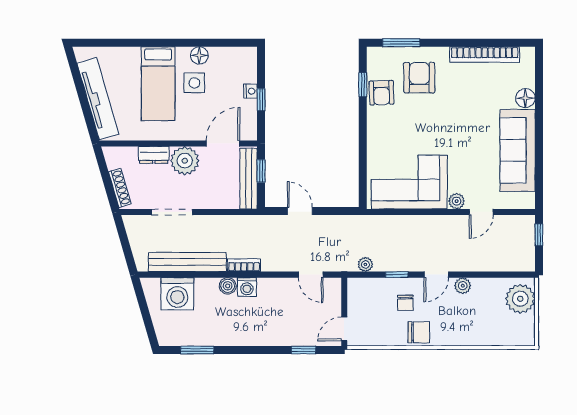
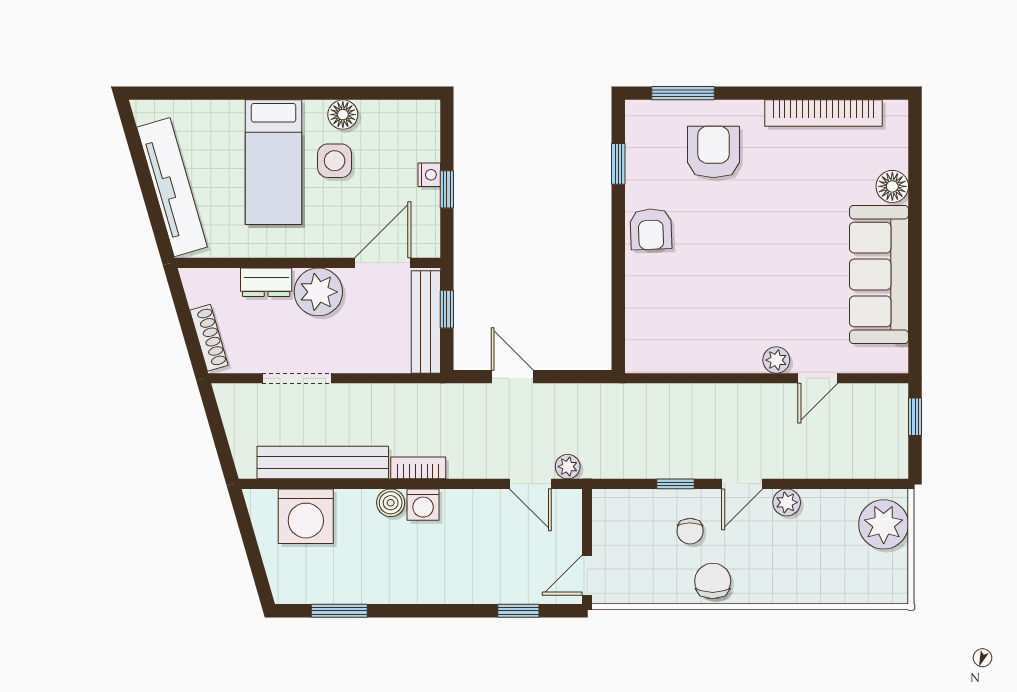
armchair: (381, 93) -> (651, 229), moved
corner sofa: (409, 182) -> (697, 328), removed
plant: (365, 264) -> (568, 467), moved
chair: (419, 332) -> (713, 581), turned -90

